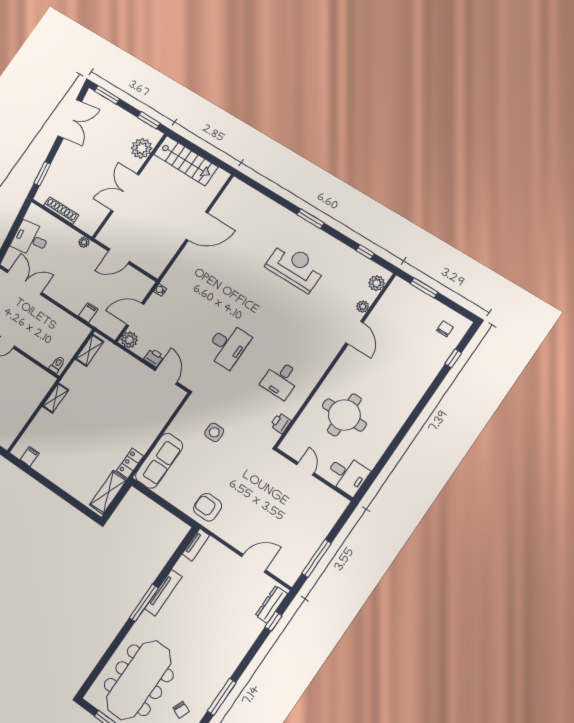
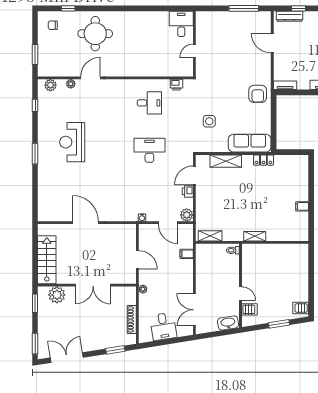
round table: (344, 415) -> (95, 34), moved
filing cabinet: (30, 456) -> (302, 206), moved
shelving: (108, 492) -> (226, 161), moved

